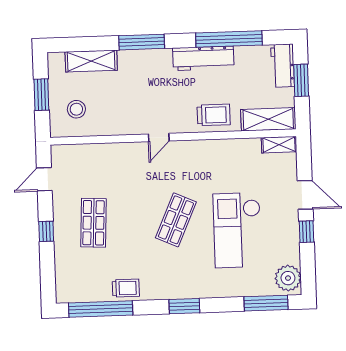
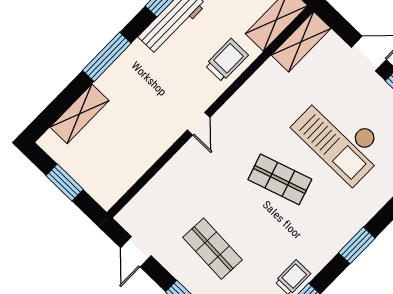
stool: (76, 109) -> (106, 167), removed
shelving: (279, 145) -> (301, 42), width x1.50, depth x1.33
shop shelf: (176, 220) -> (280, 179), turned -42

